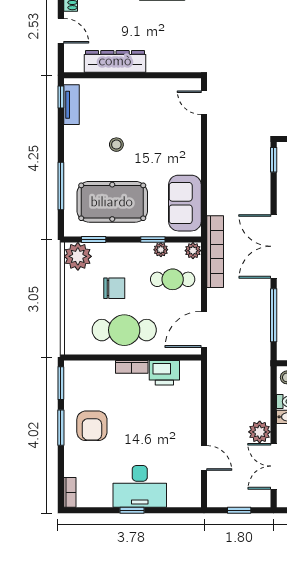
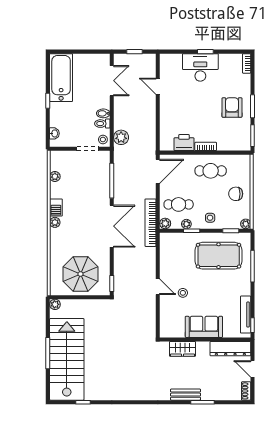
dresser: (115, 61) -> (230, 349), moved
wardrobe: (167, 61) -> (183, 349), added
door: (204, 103) -> (158, 287), moved
tv unit: (71, 105) -> (246, 315), width x1.41
stool: (116, 145) -> (183, 293), moved
sofa: (185, 203) -> (204, 327), moved, turned -90
plant: (78, 256) -> (246, 224), width x0.53, depth x0.53
side table: (125, 259) -> (210, 218), added
chair: (114, 288) -> (236, 194), moved
cafe table: (124, 330) -> (211, 171), width x0.73, depth x0.74
plant: (260, 432) -> (121, 137), moved

